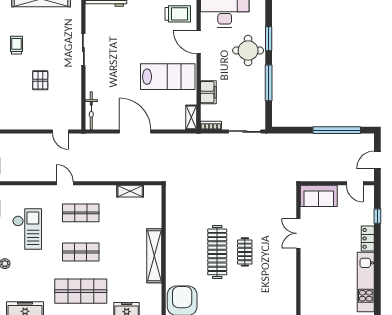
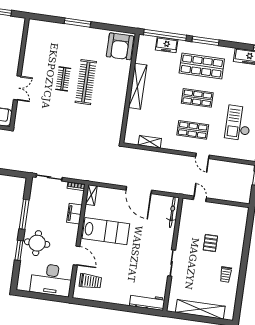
trolley: (178, 14) -> (90, 281), turned 180
lab bench: (168, 77) -> (106, 231), turned 180

